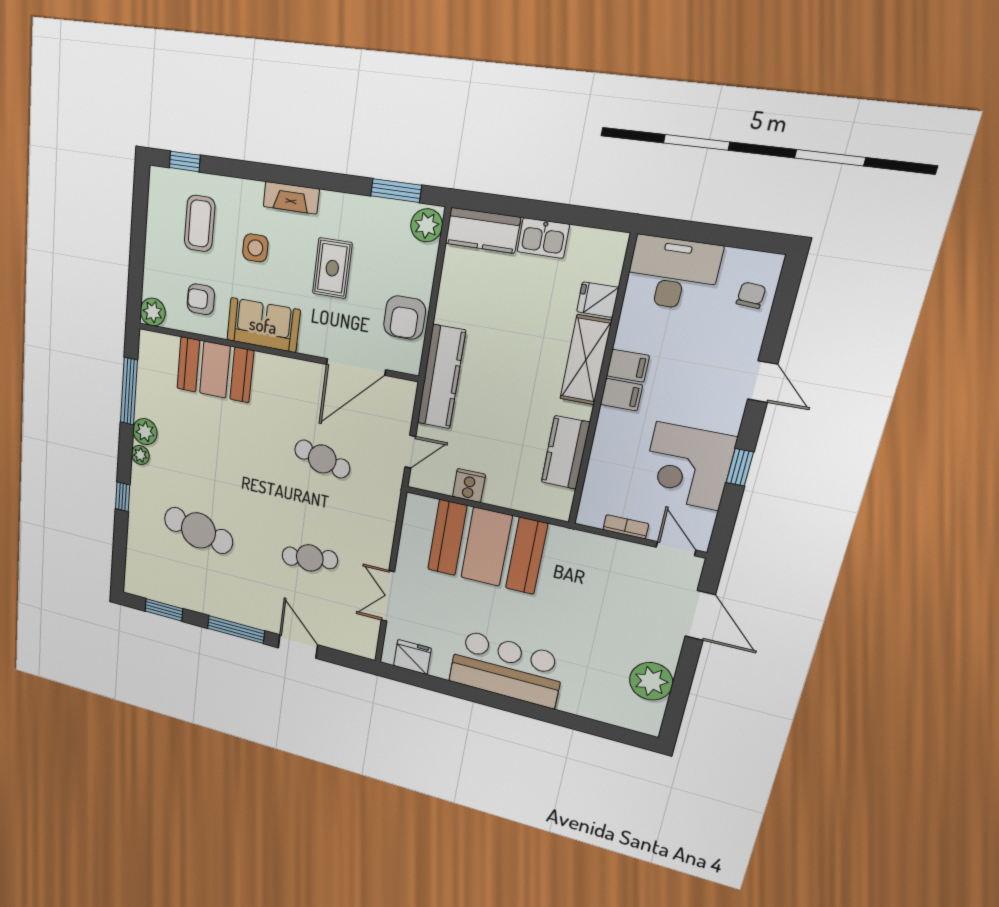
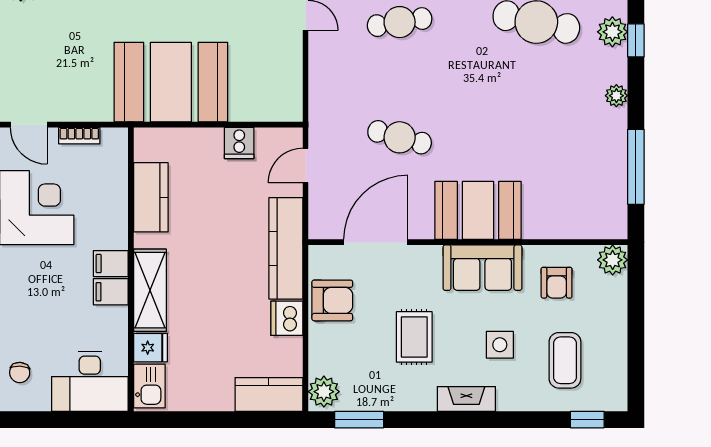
kitchen sink: (543, 238) -> (149, 386), moved, turned 90
armchair: (201, 299) -> (557, 283), turned 90
dishwasher: (452, 307) -> (287, 318), added
armchair: (405, 318) -> (332, 300), turned 90
booth: (215, 370) -> (478, 210), moved
plant: (145, 432) -> (612, 32), moved
booth: (486, 547) -> (171, 82), moved

